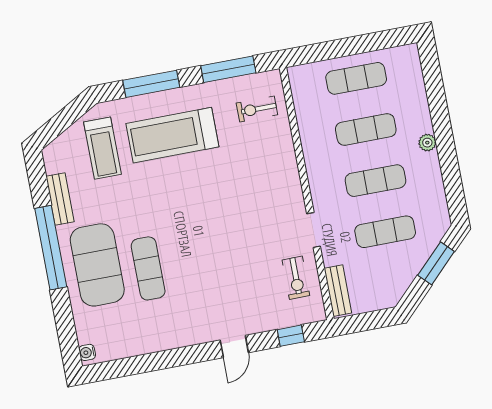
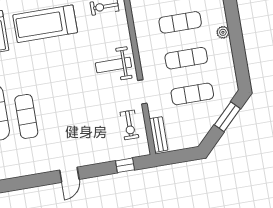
weight bench: (271, 192) -> (113, 65), added
door: (234, 346) -> (69, 175), moved

